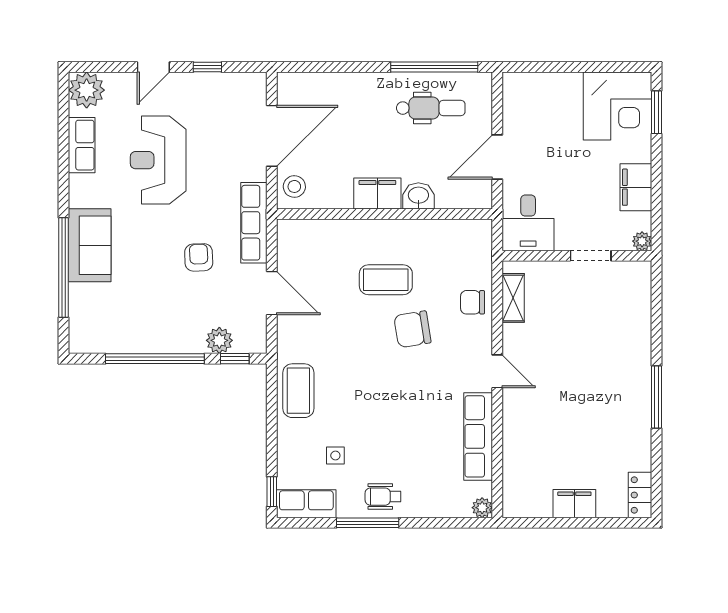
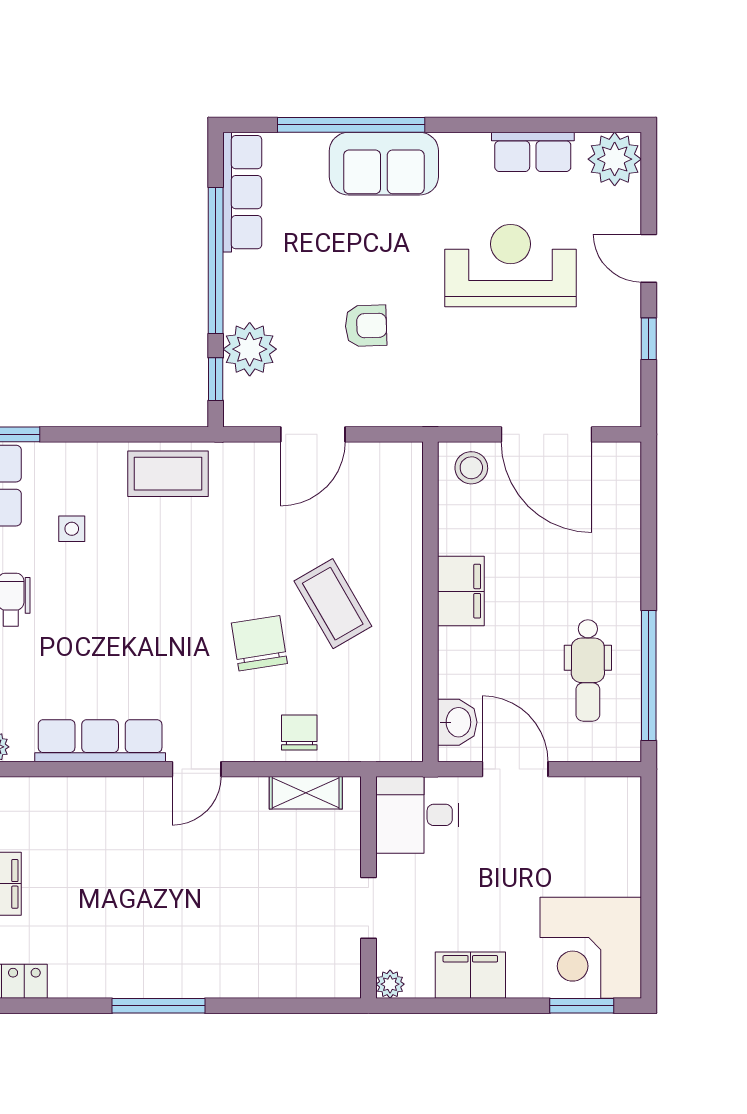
washbasin: (418, 196) -> (457, 722), moved
row of seats: (254, 223) -> (242, 192), moved, turned 90
coffee table: (386, 280) -> (333, 604), turned -30
plant: (219, 340) -> (250, 349), width x1.36, depth x1.36

